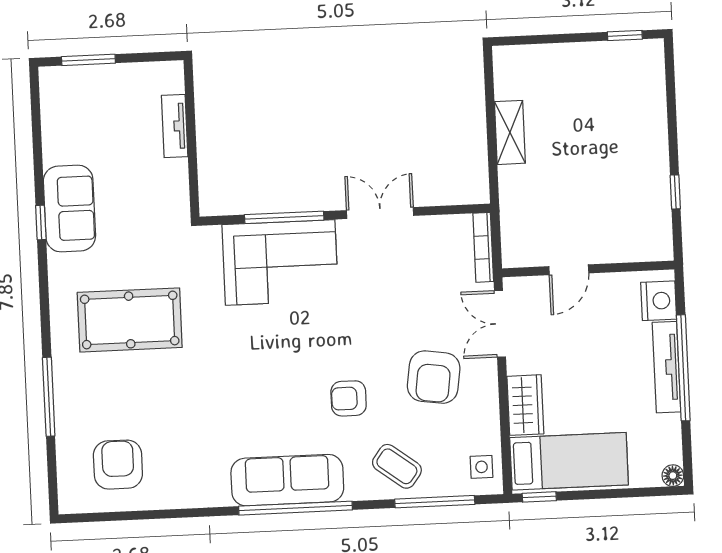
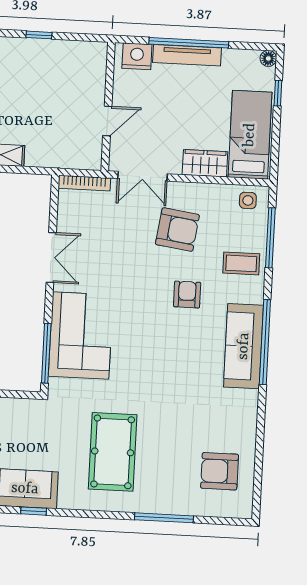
window: (675, 192) -> (39, 35), moved
double door: (380, 213) -> (51, 258), swing flipped
window: (284, 217) -> (46, 353), moved
door: (569, 270) -> (107, 121), hinge flipped
armchair: (349, 398) -> (187, 295), turned 180
coffee table: (397, 466) -> (241, 263), turned 53
window: (539, 497) -> (278, 93), moved

